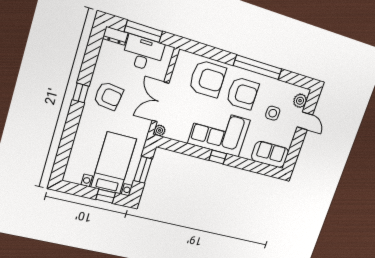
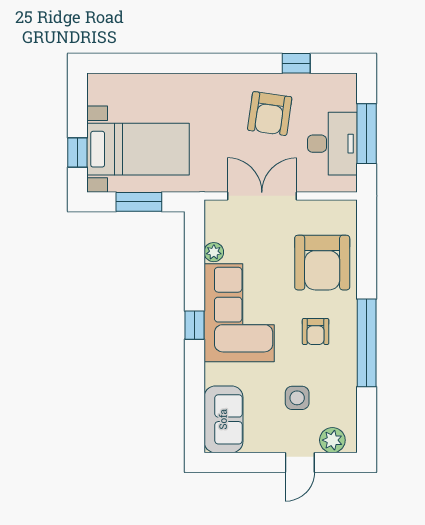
dresser: (115, 36) -> (347, 92), removed
window: (81, 93) -> (296, 63), moved
armchair: (242, 93) -> (316, 331), width x0.53, depth x0.53
armchair: (108, 96) -> (270, 114), moved
plant: (160, 130) -> (214, 252), moved

